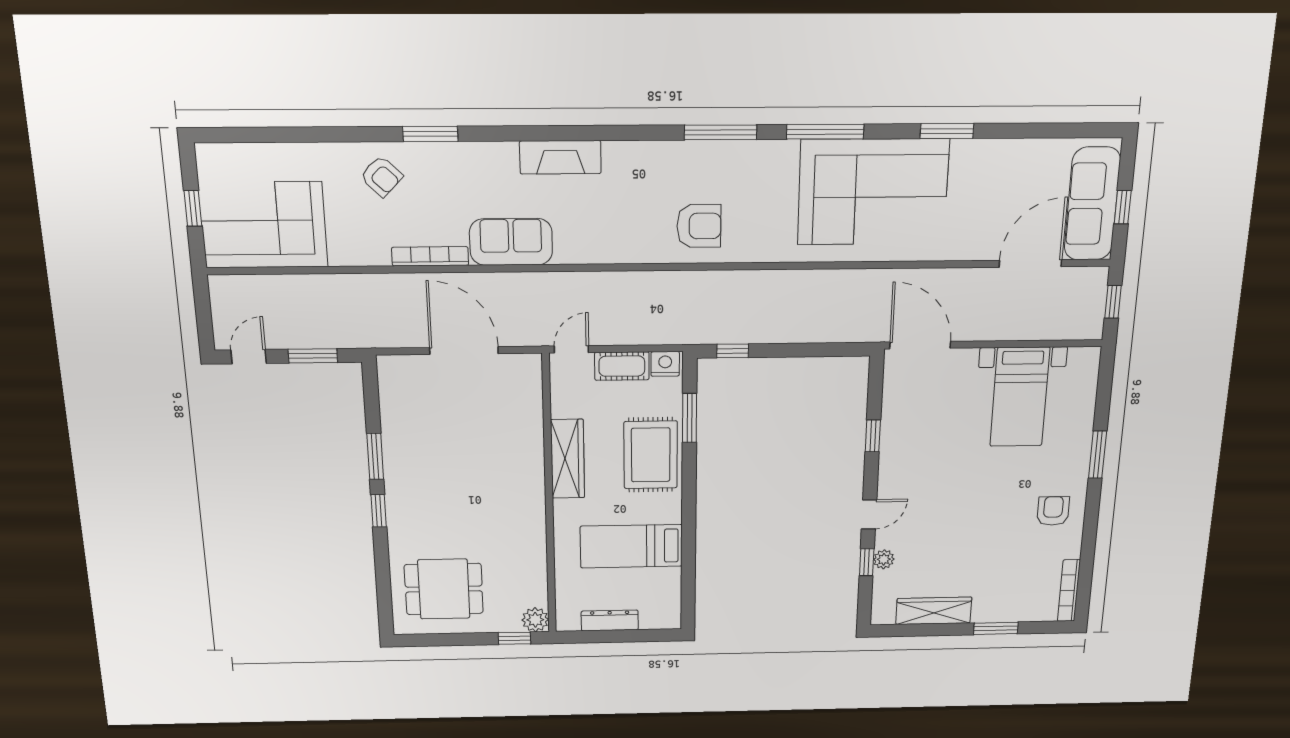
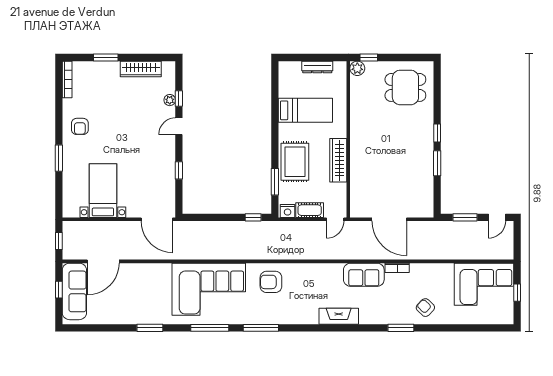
corner sofa: (873, 192) -> (209, 289), moved, turned 180
bookcase: (430, 256) -> (397, 268), width x0.64

